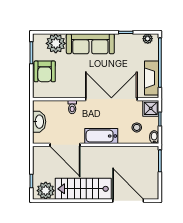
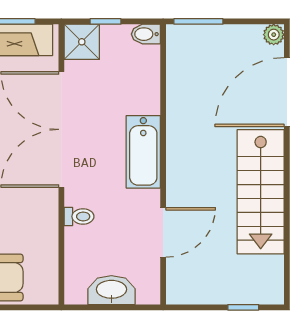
stool: (137, 127) -> (124, 73), removed
door: (65, 145) -> (163, 232), width x0.73
plant: (46, 191) -> (274, 35), moved, width x0.53, depth x0.53

